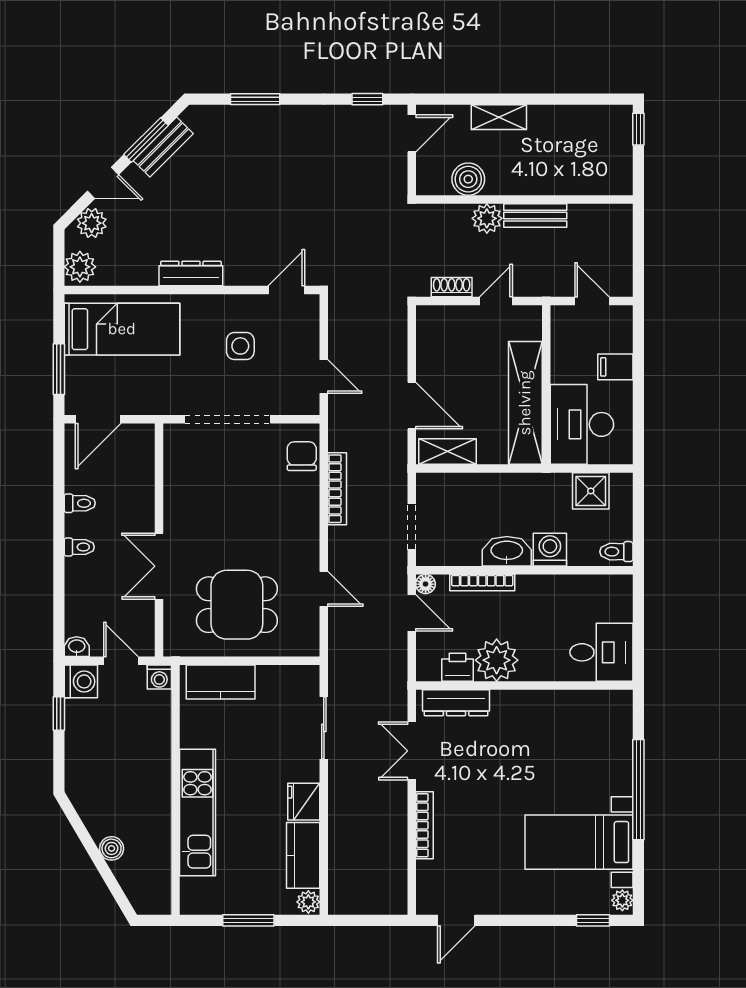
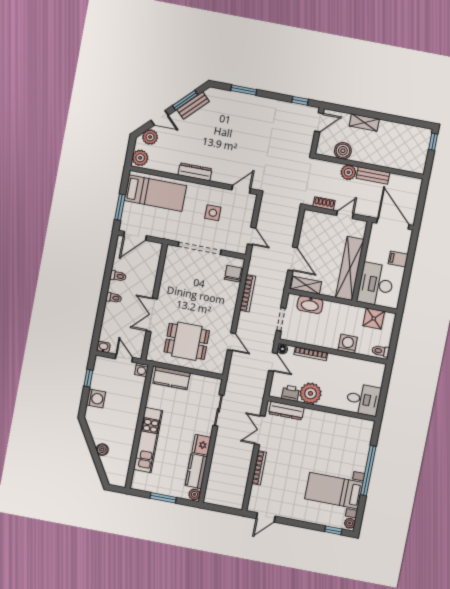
door: (592, 301) -> (393, 224), width x1.88
washbasin: (507, 551) -> (310, 305), moved, turned 180
washing machine: (81, 681) -> (96, 398), moved

